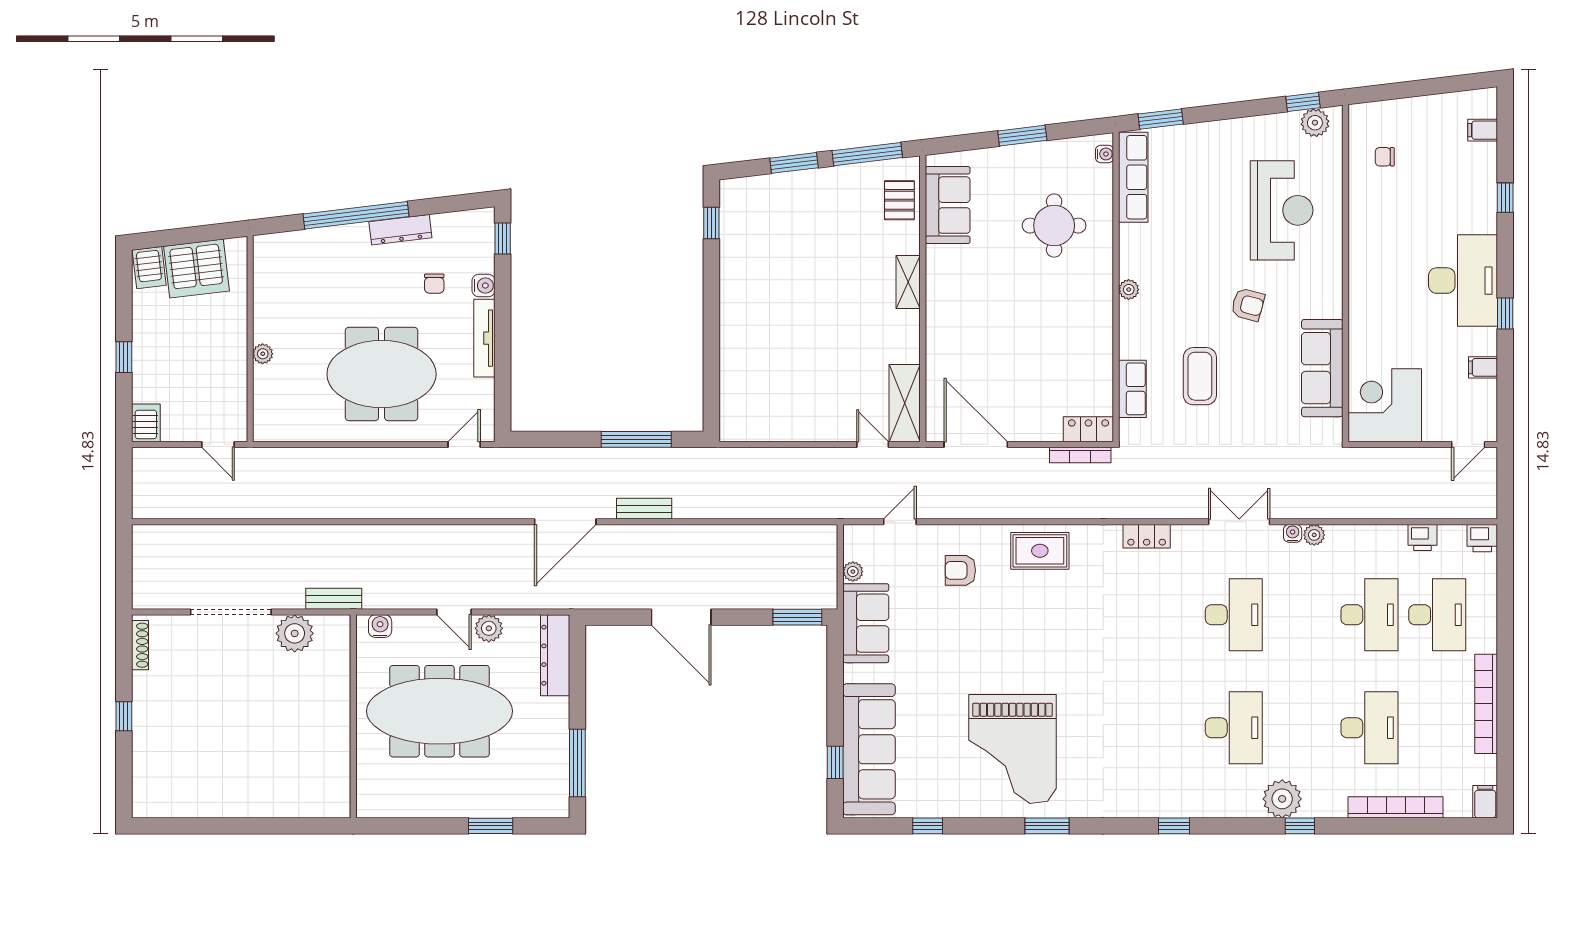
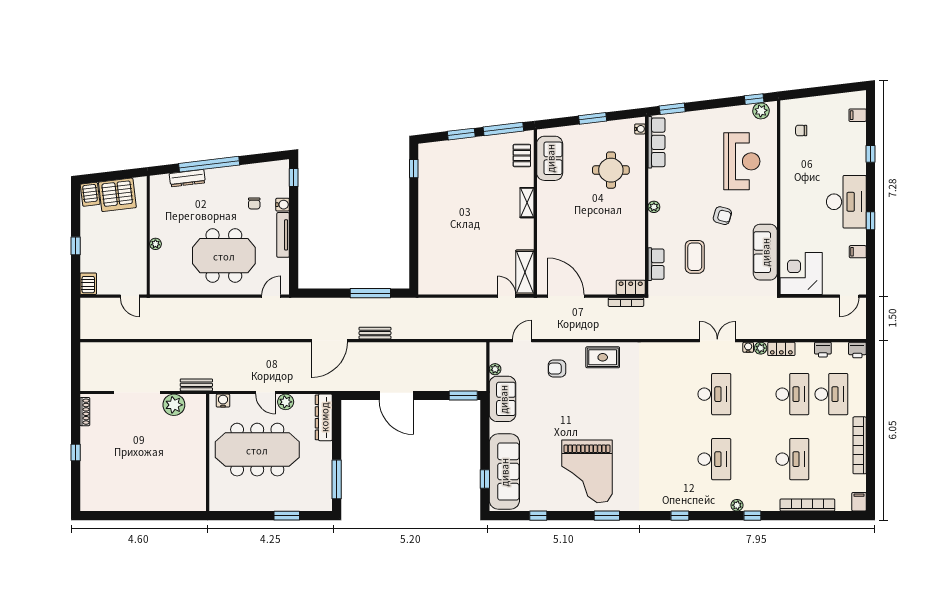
dresser: (400, 230) -> (187, 178), moved
locker: (1147, 536) -> (781, 349), moved
plant: (1282, 799) -> (737, 505), width x0.53, depth x0.53

